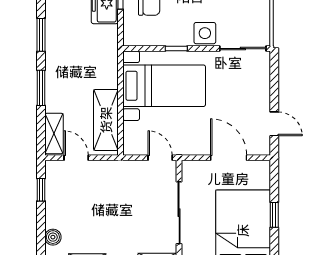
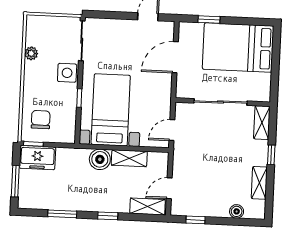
boiler: (106, 76) -> (100, 159), added
window: (41, 88) -> (108, 216), width x0.67
shelving: (106, 120) -> (129, 158), width x0.67, depth x0.75
door: (160, 158) -> (172, 130), moved
window: (274, 215) -> (209, 19), moved

